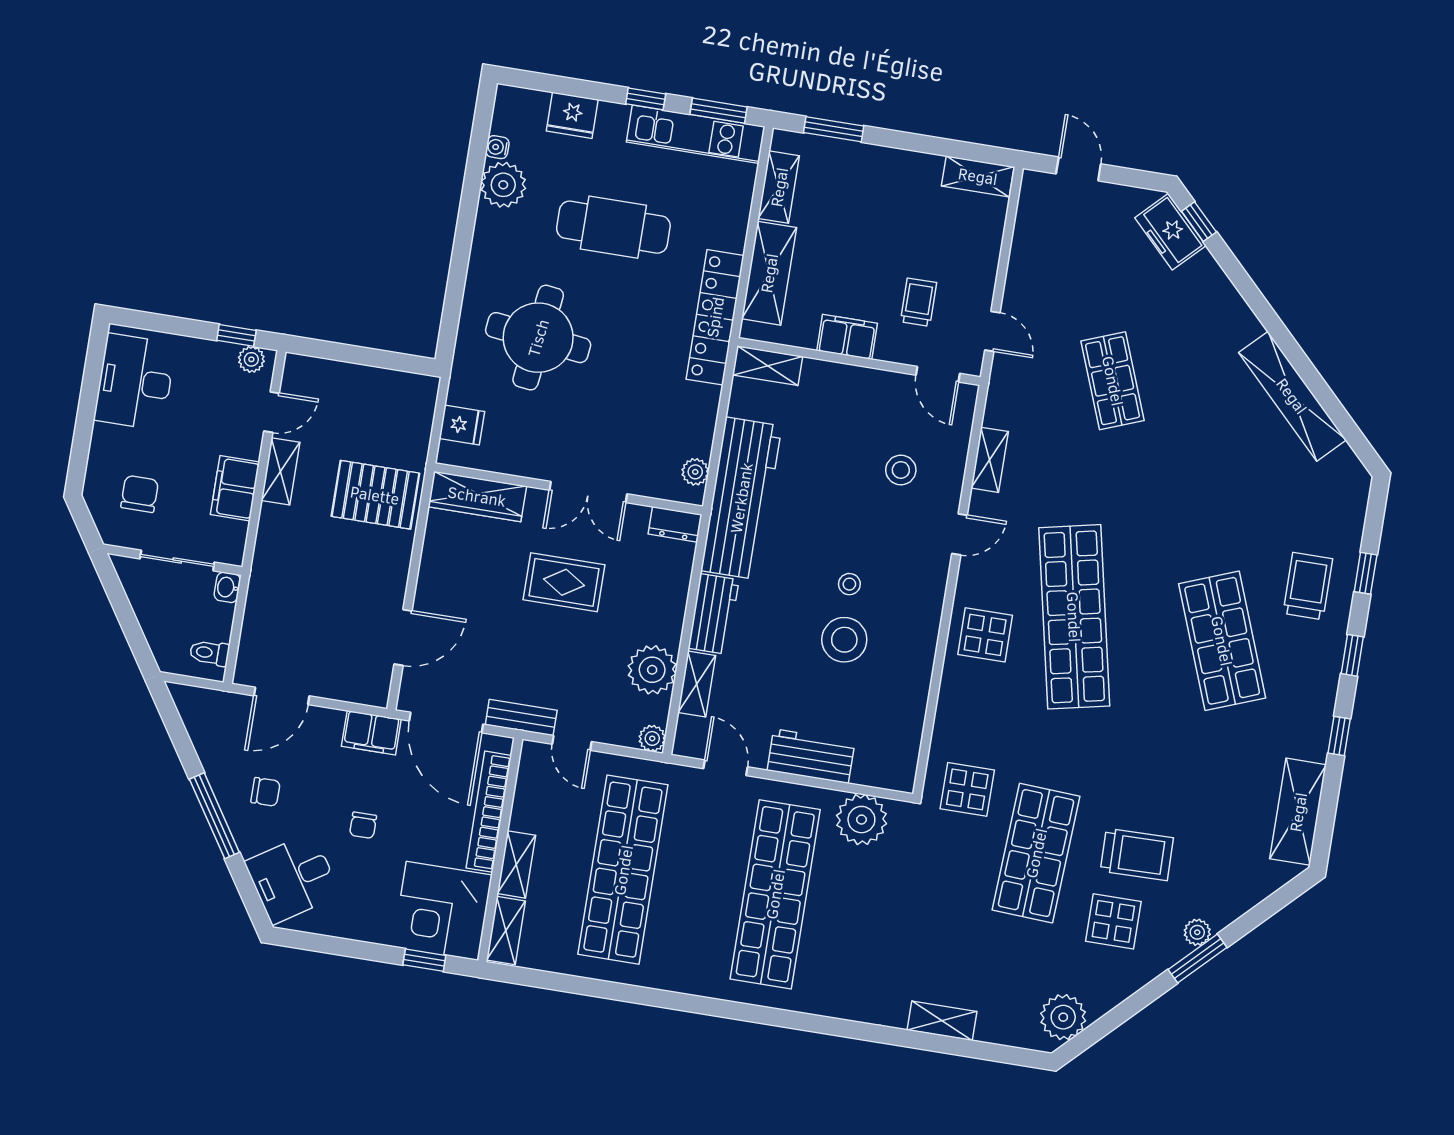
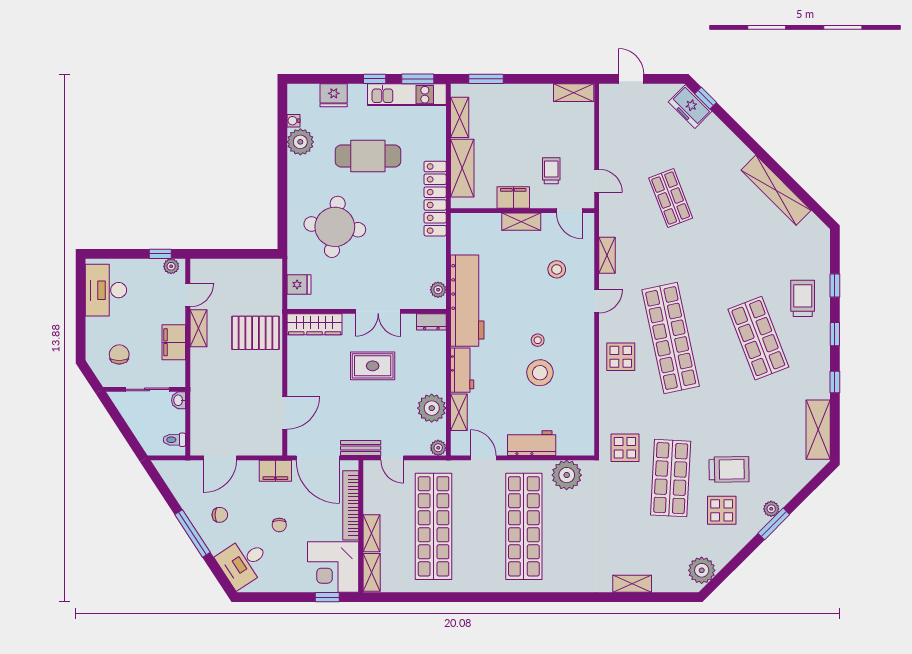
shelving: (767, 366) -> (521, 222), moved

